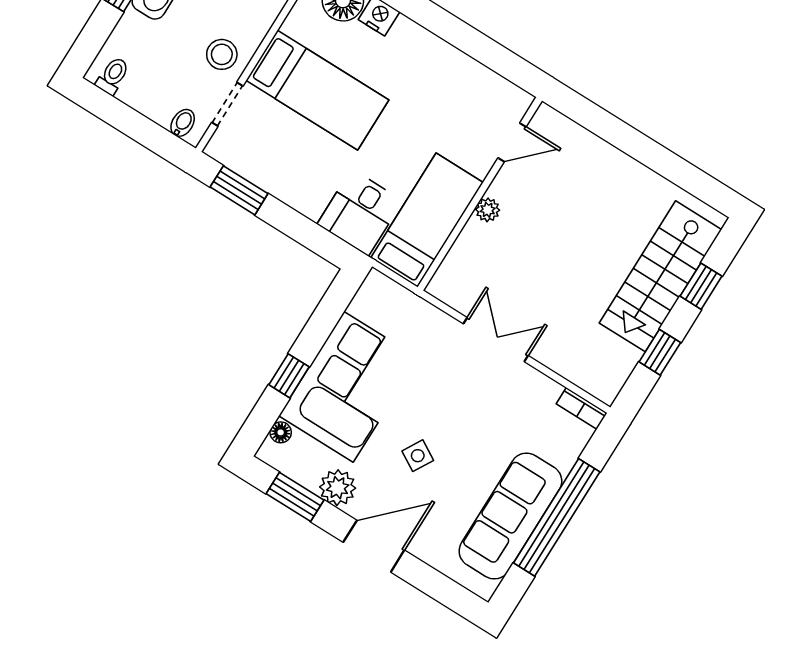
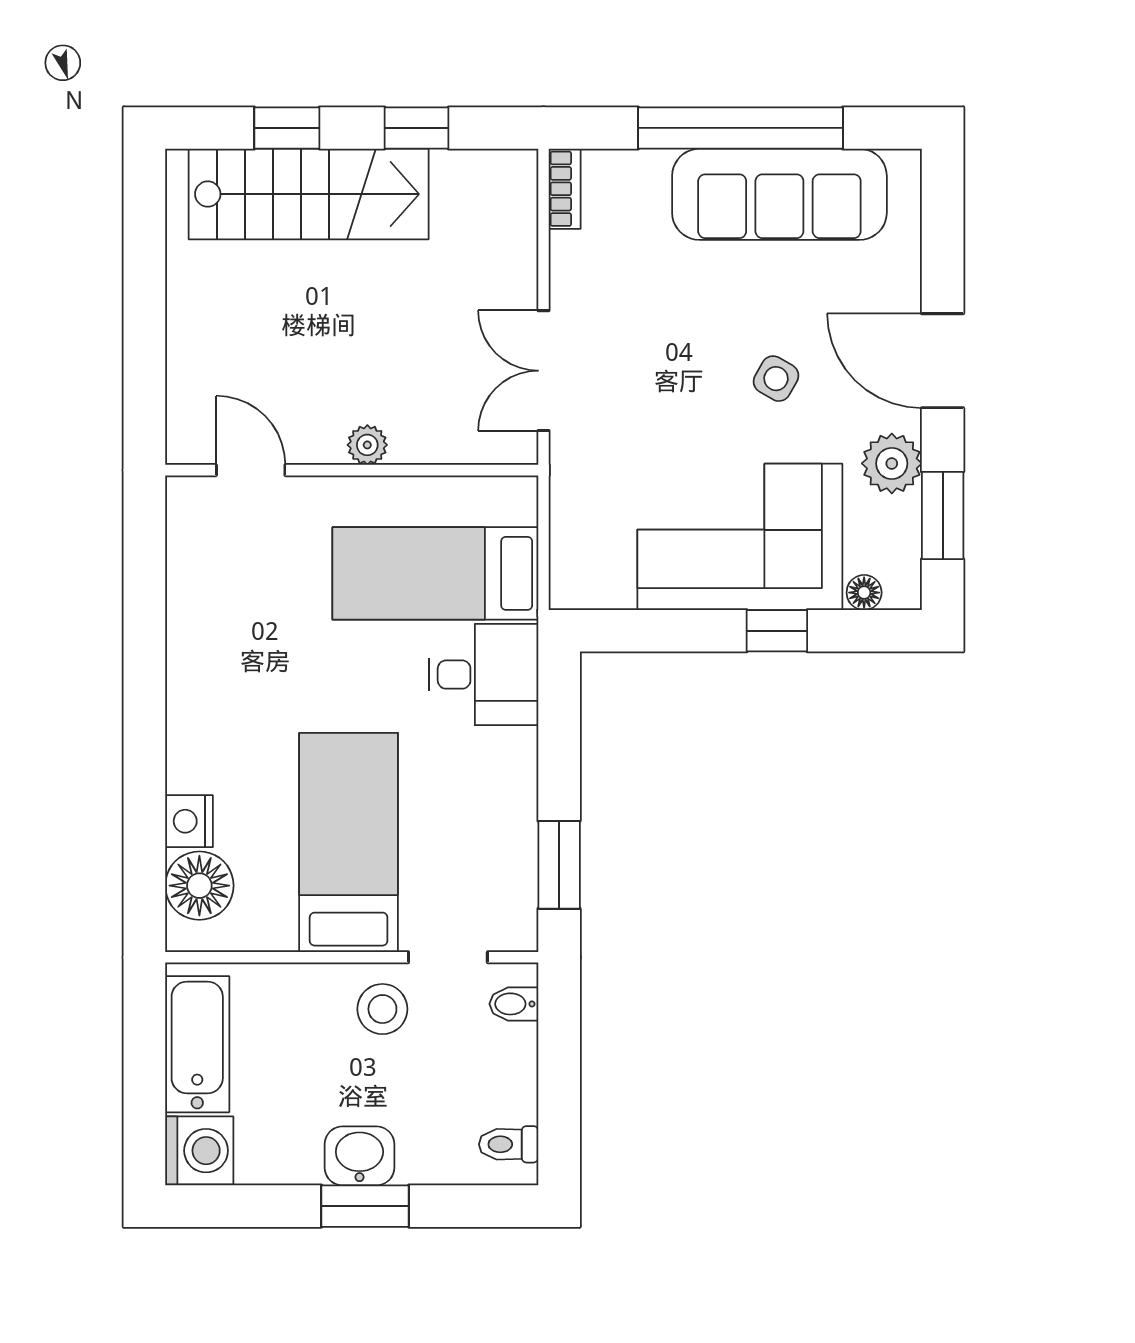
door: (512, 142) -> (251, 470), moved
wall: (480, 194) -> (352, 470), moved
plant: (488, 210) -> (367, 445), moved

